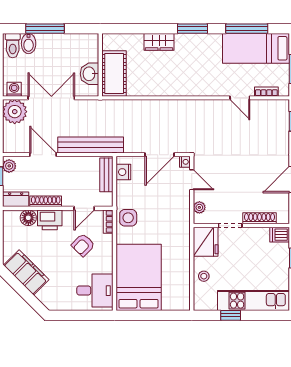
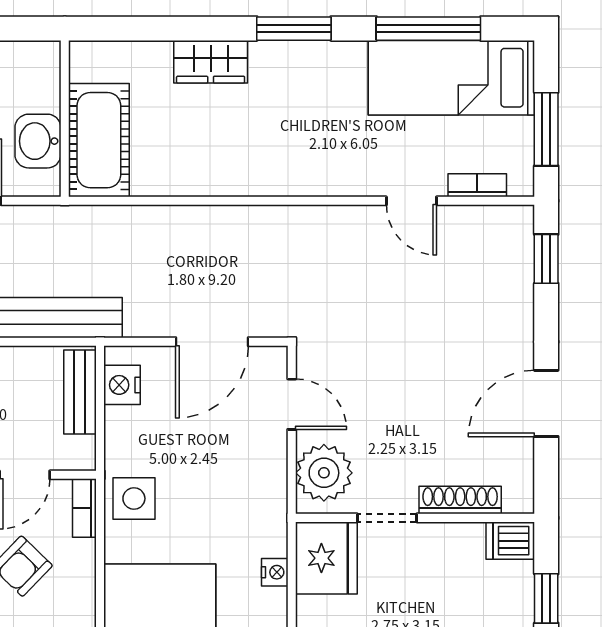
nightstand: (185, 162) -> (275, 572), moved
plant: (199, 207) -> (324, 473), width x1.88, depth x1.88

